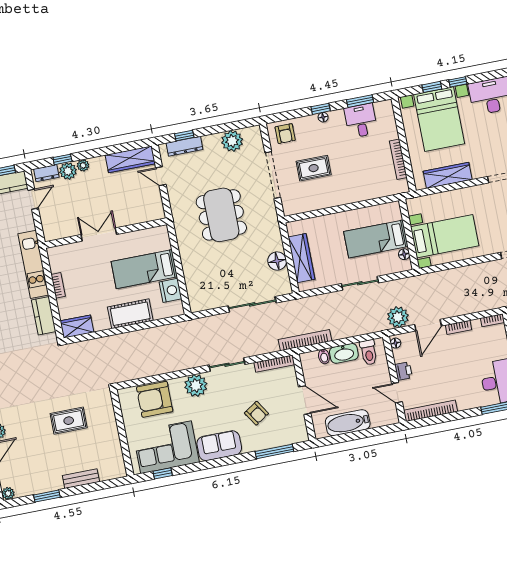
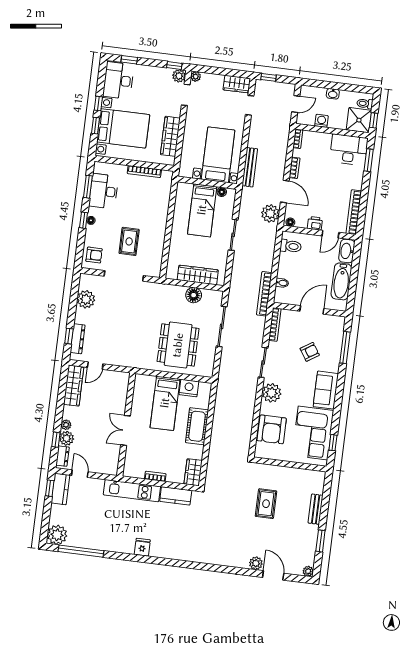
desk: (361, 121) -> (104, 191), width x1.37
dining table: (221, 215) -> (178, 345), moved, turned 90
bench: (442, 277) -> (250, 167), added
washbasin: (344, 353) -> (347, 251), moved, turned 180

